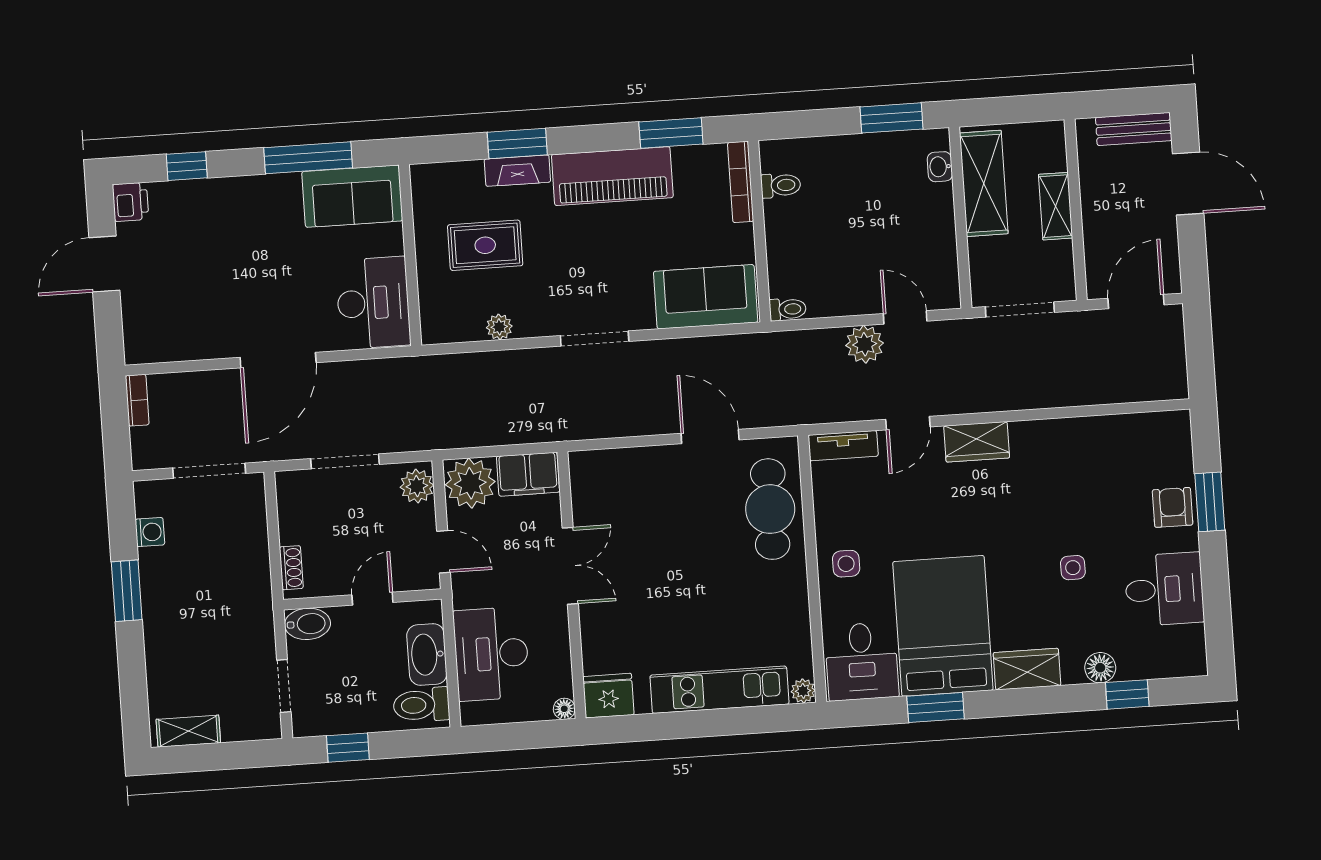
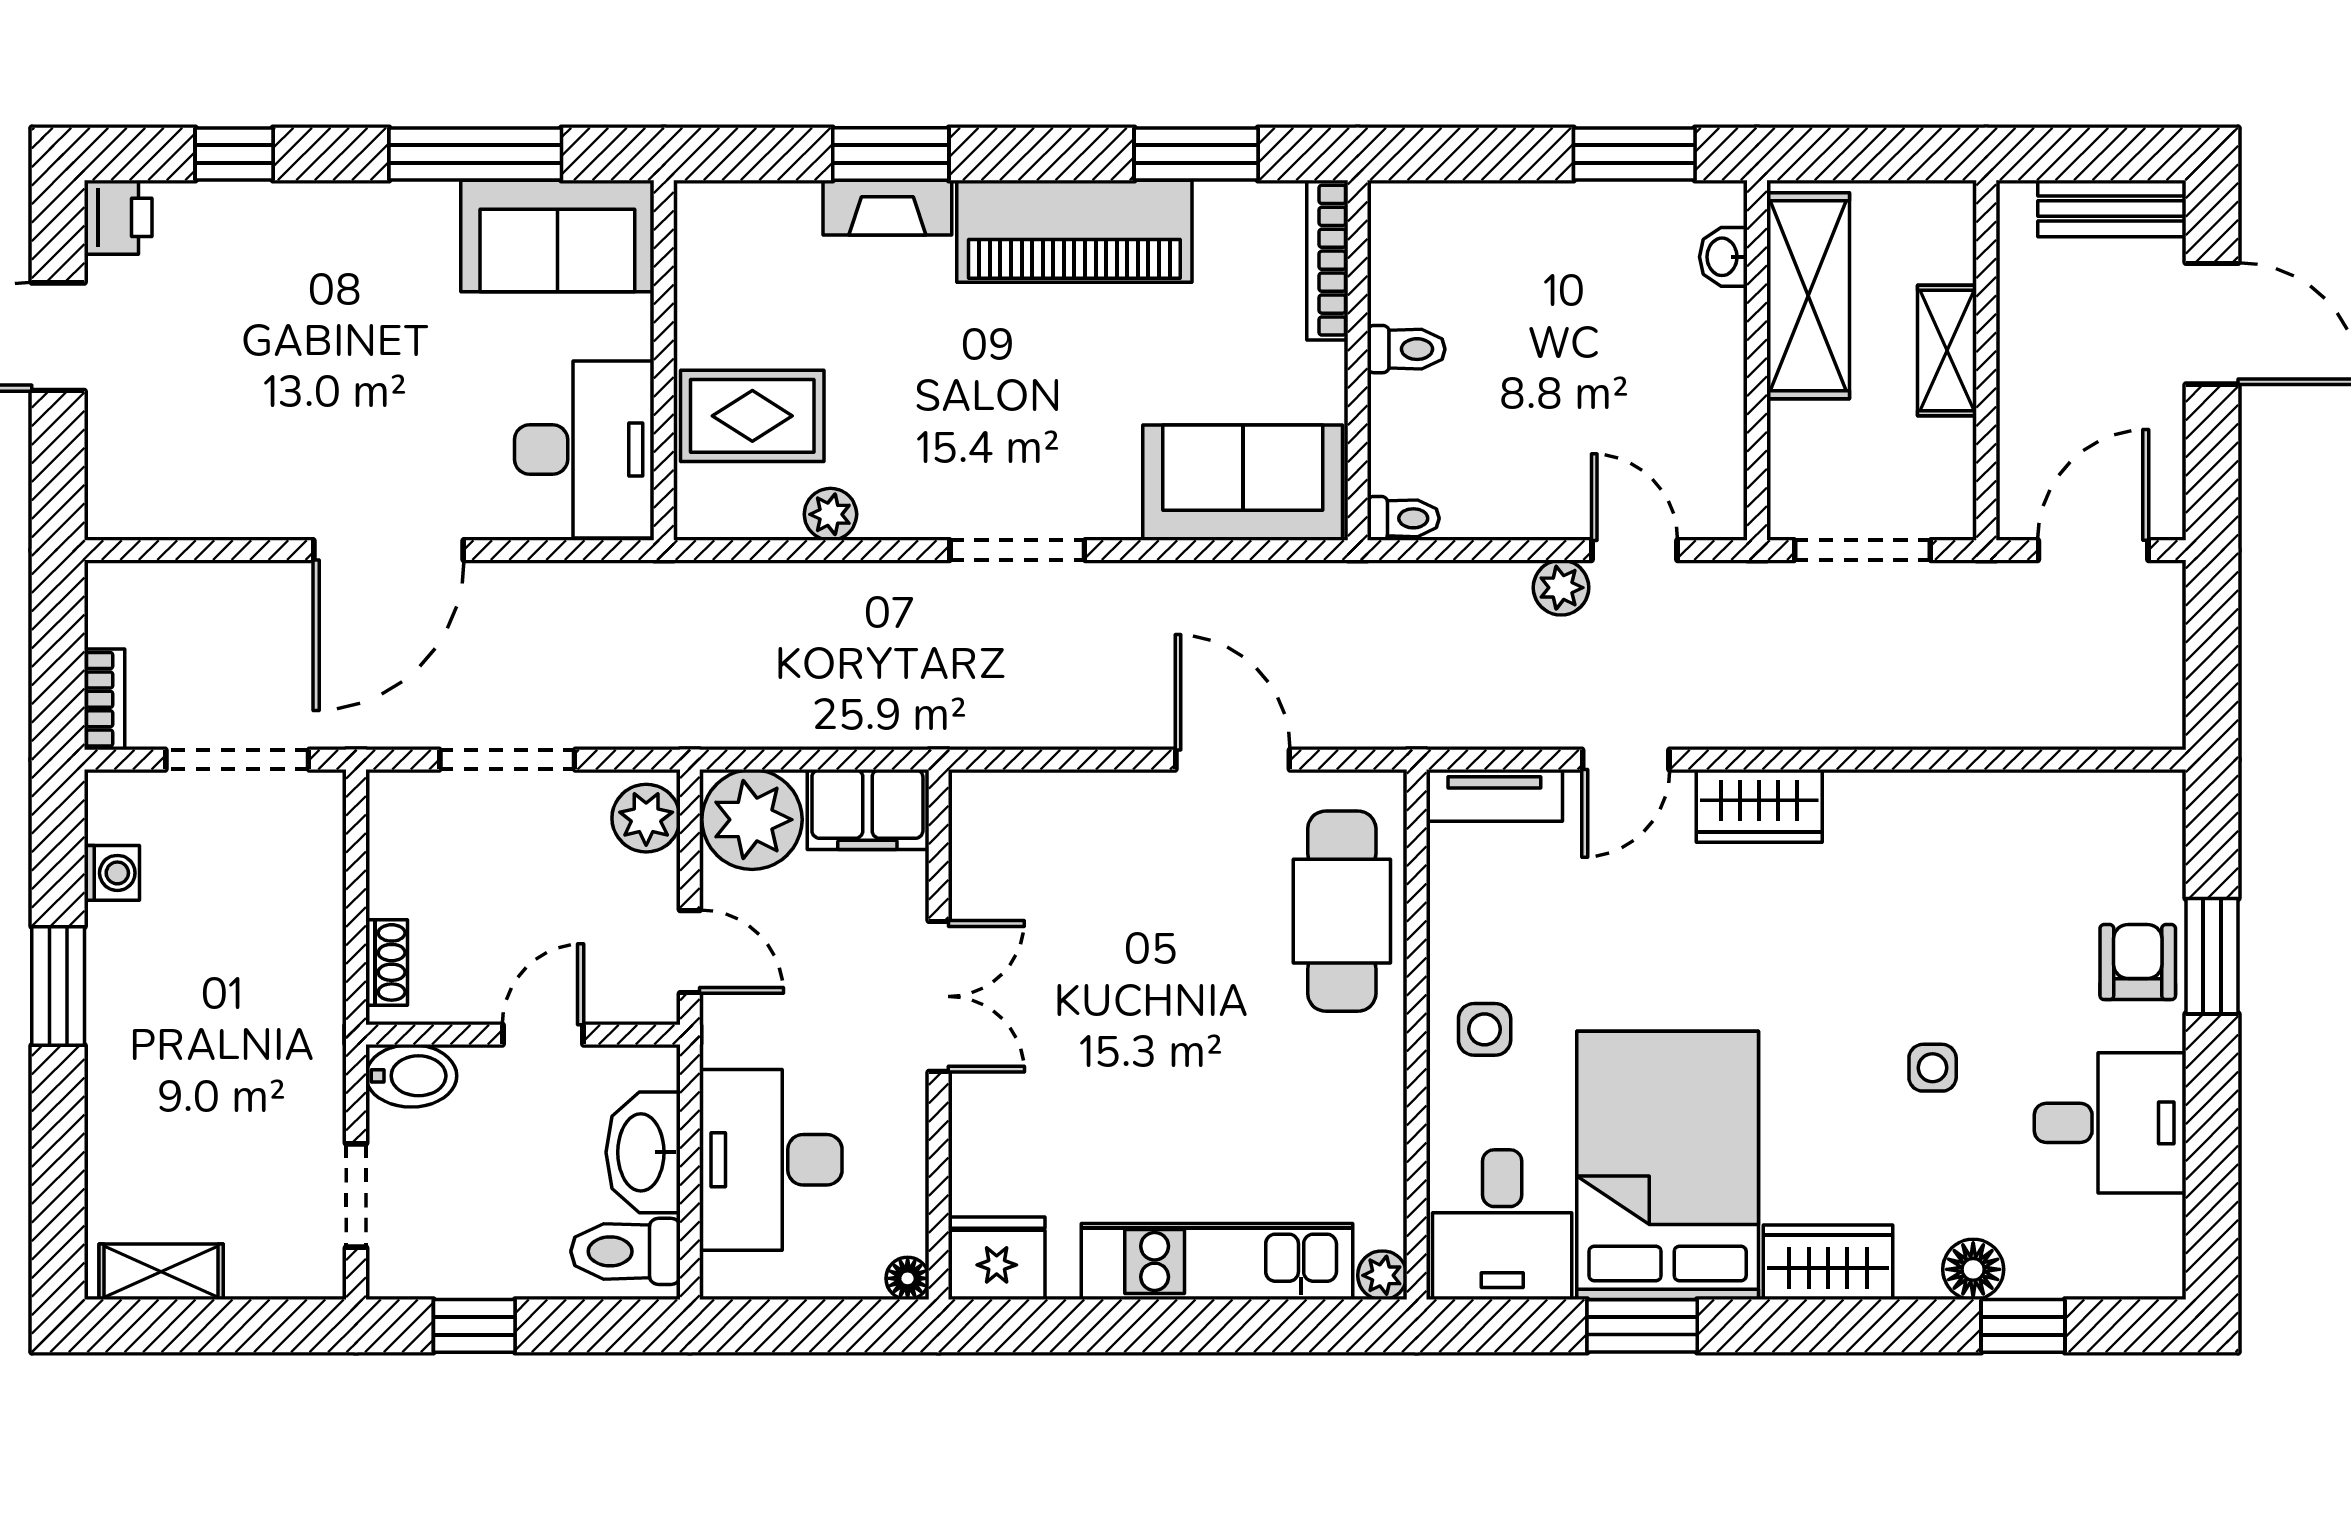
toilet: (781, 185) -> (1406, 349), moved
rug: (485, 245) -> (752, 416), moved
plant: (865, 344) -> (1561, 588), width x0.73, depth x0.73
bookcase: (137, 400) -> (104, 699), moved

